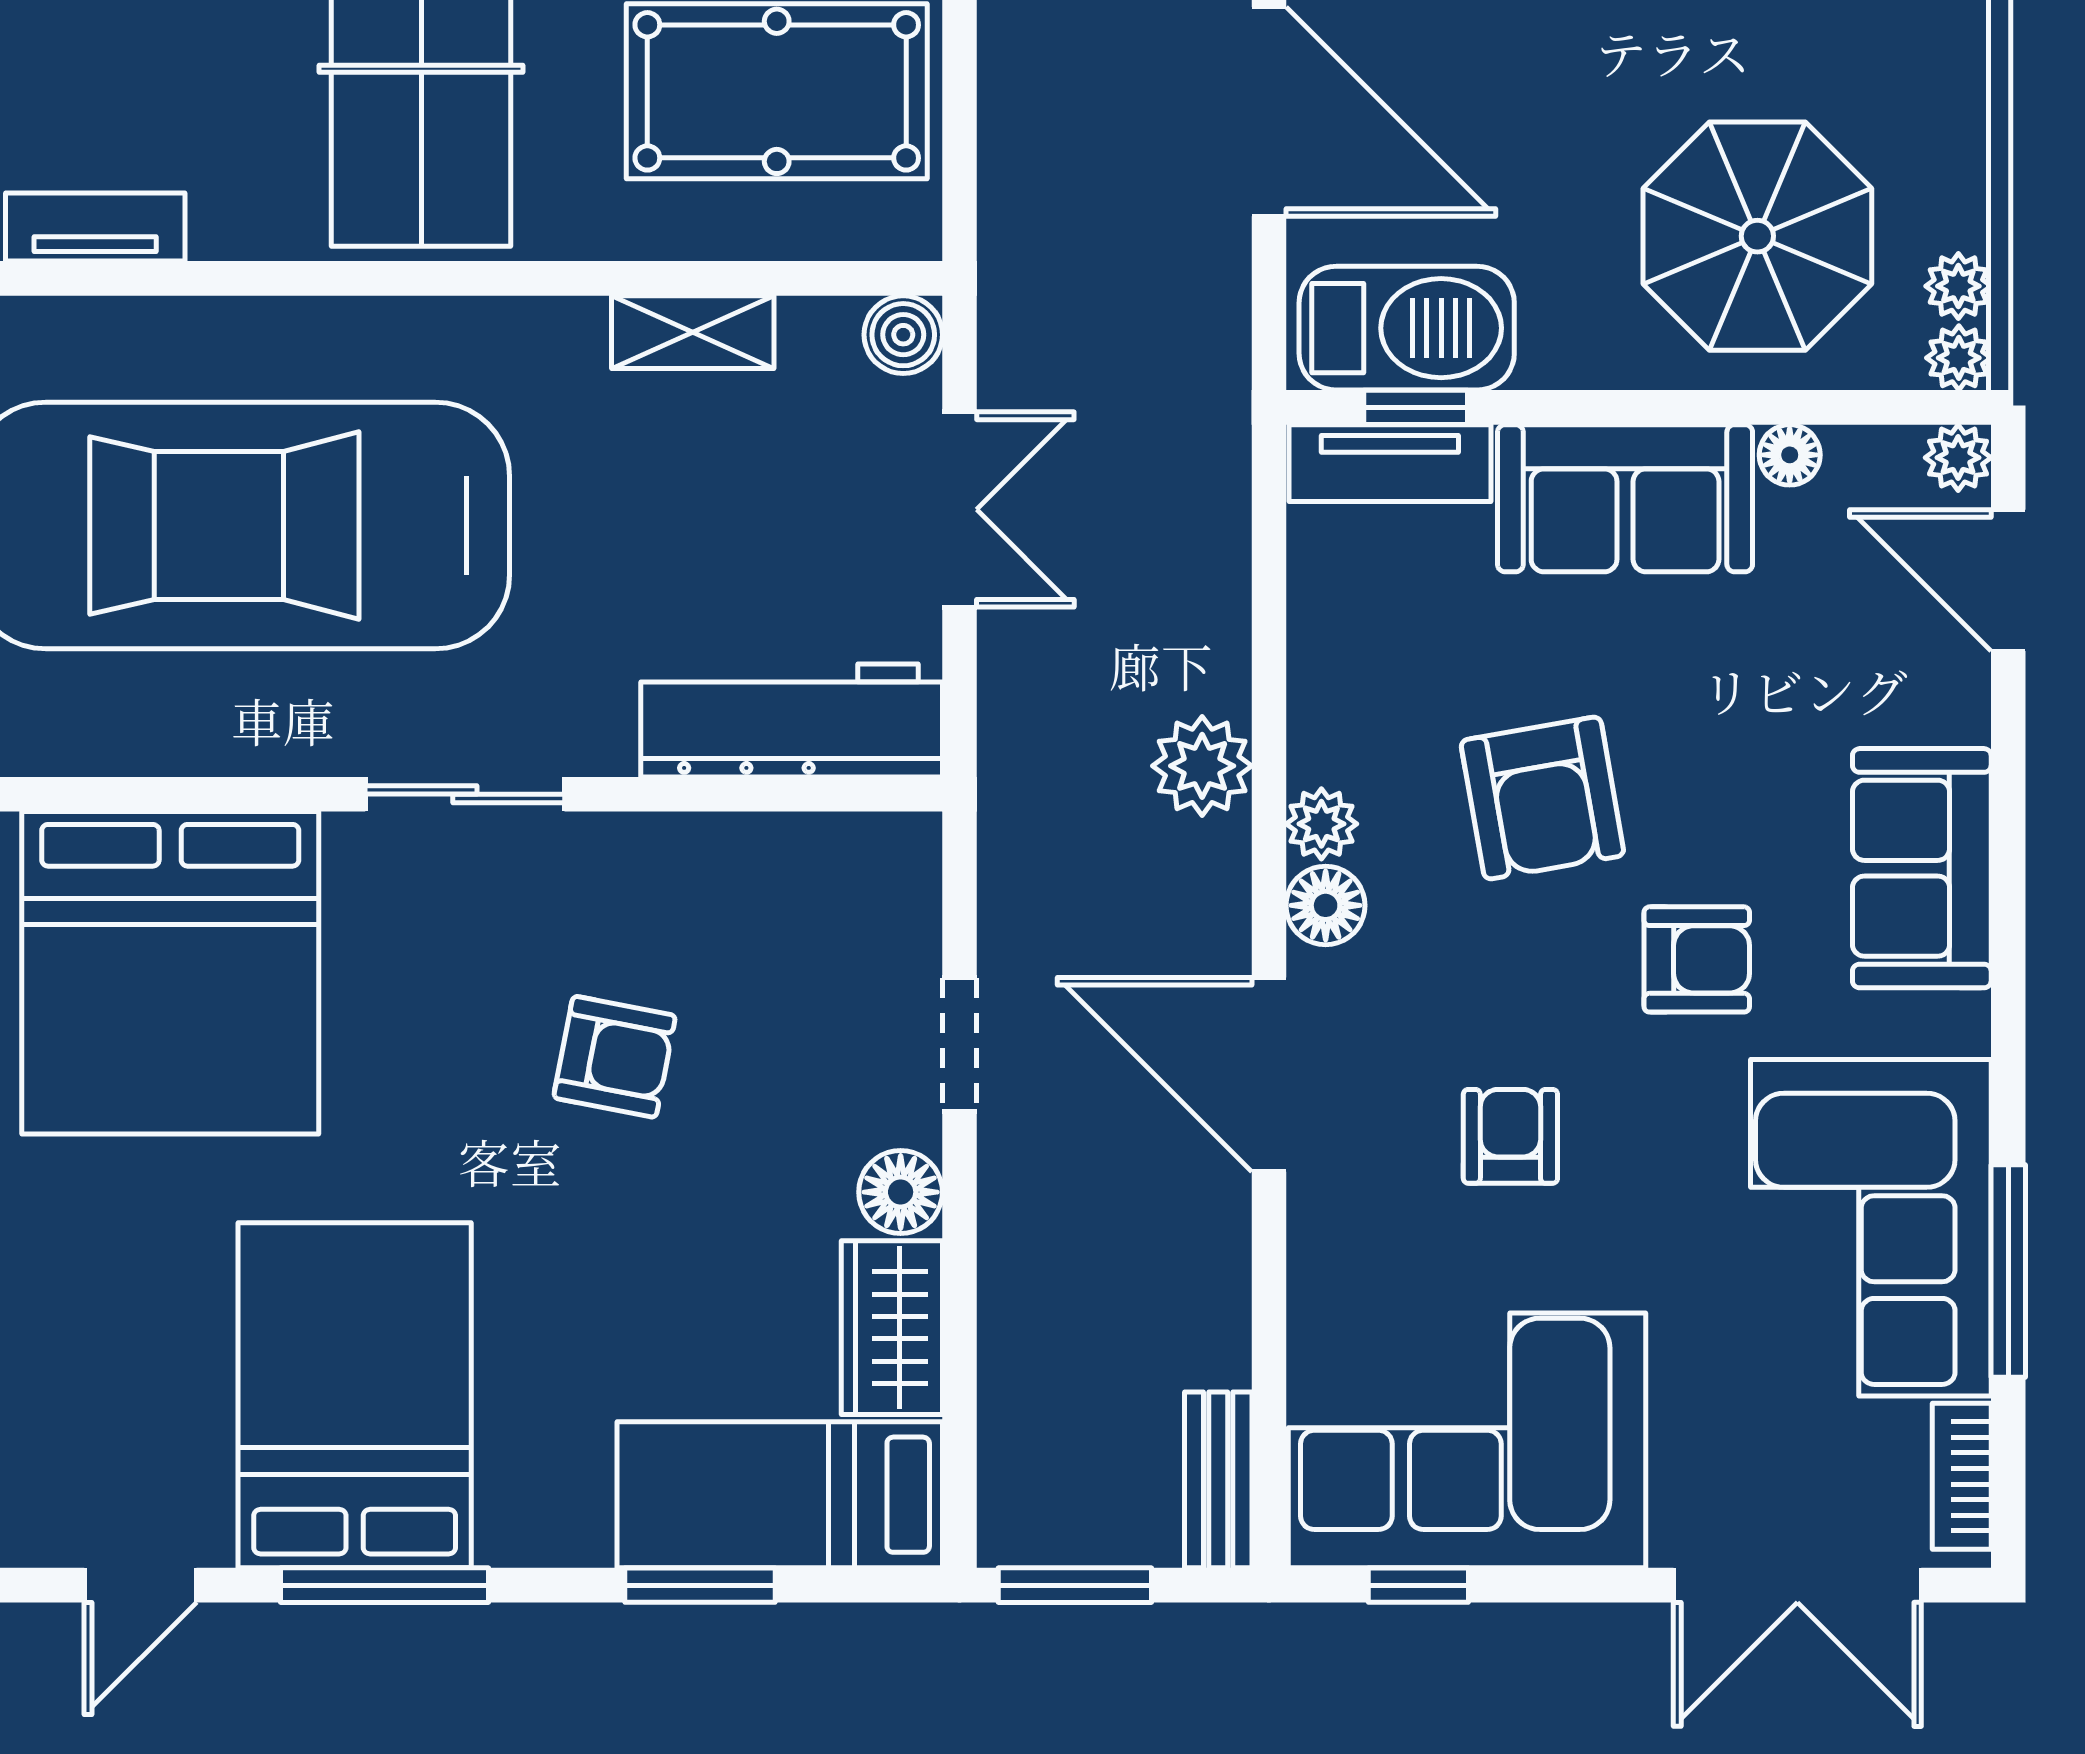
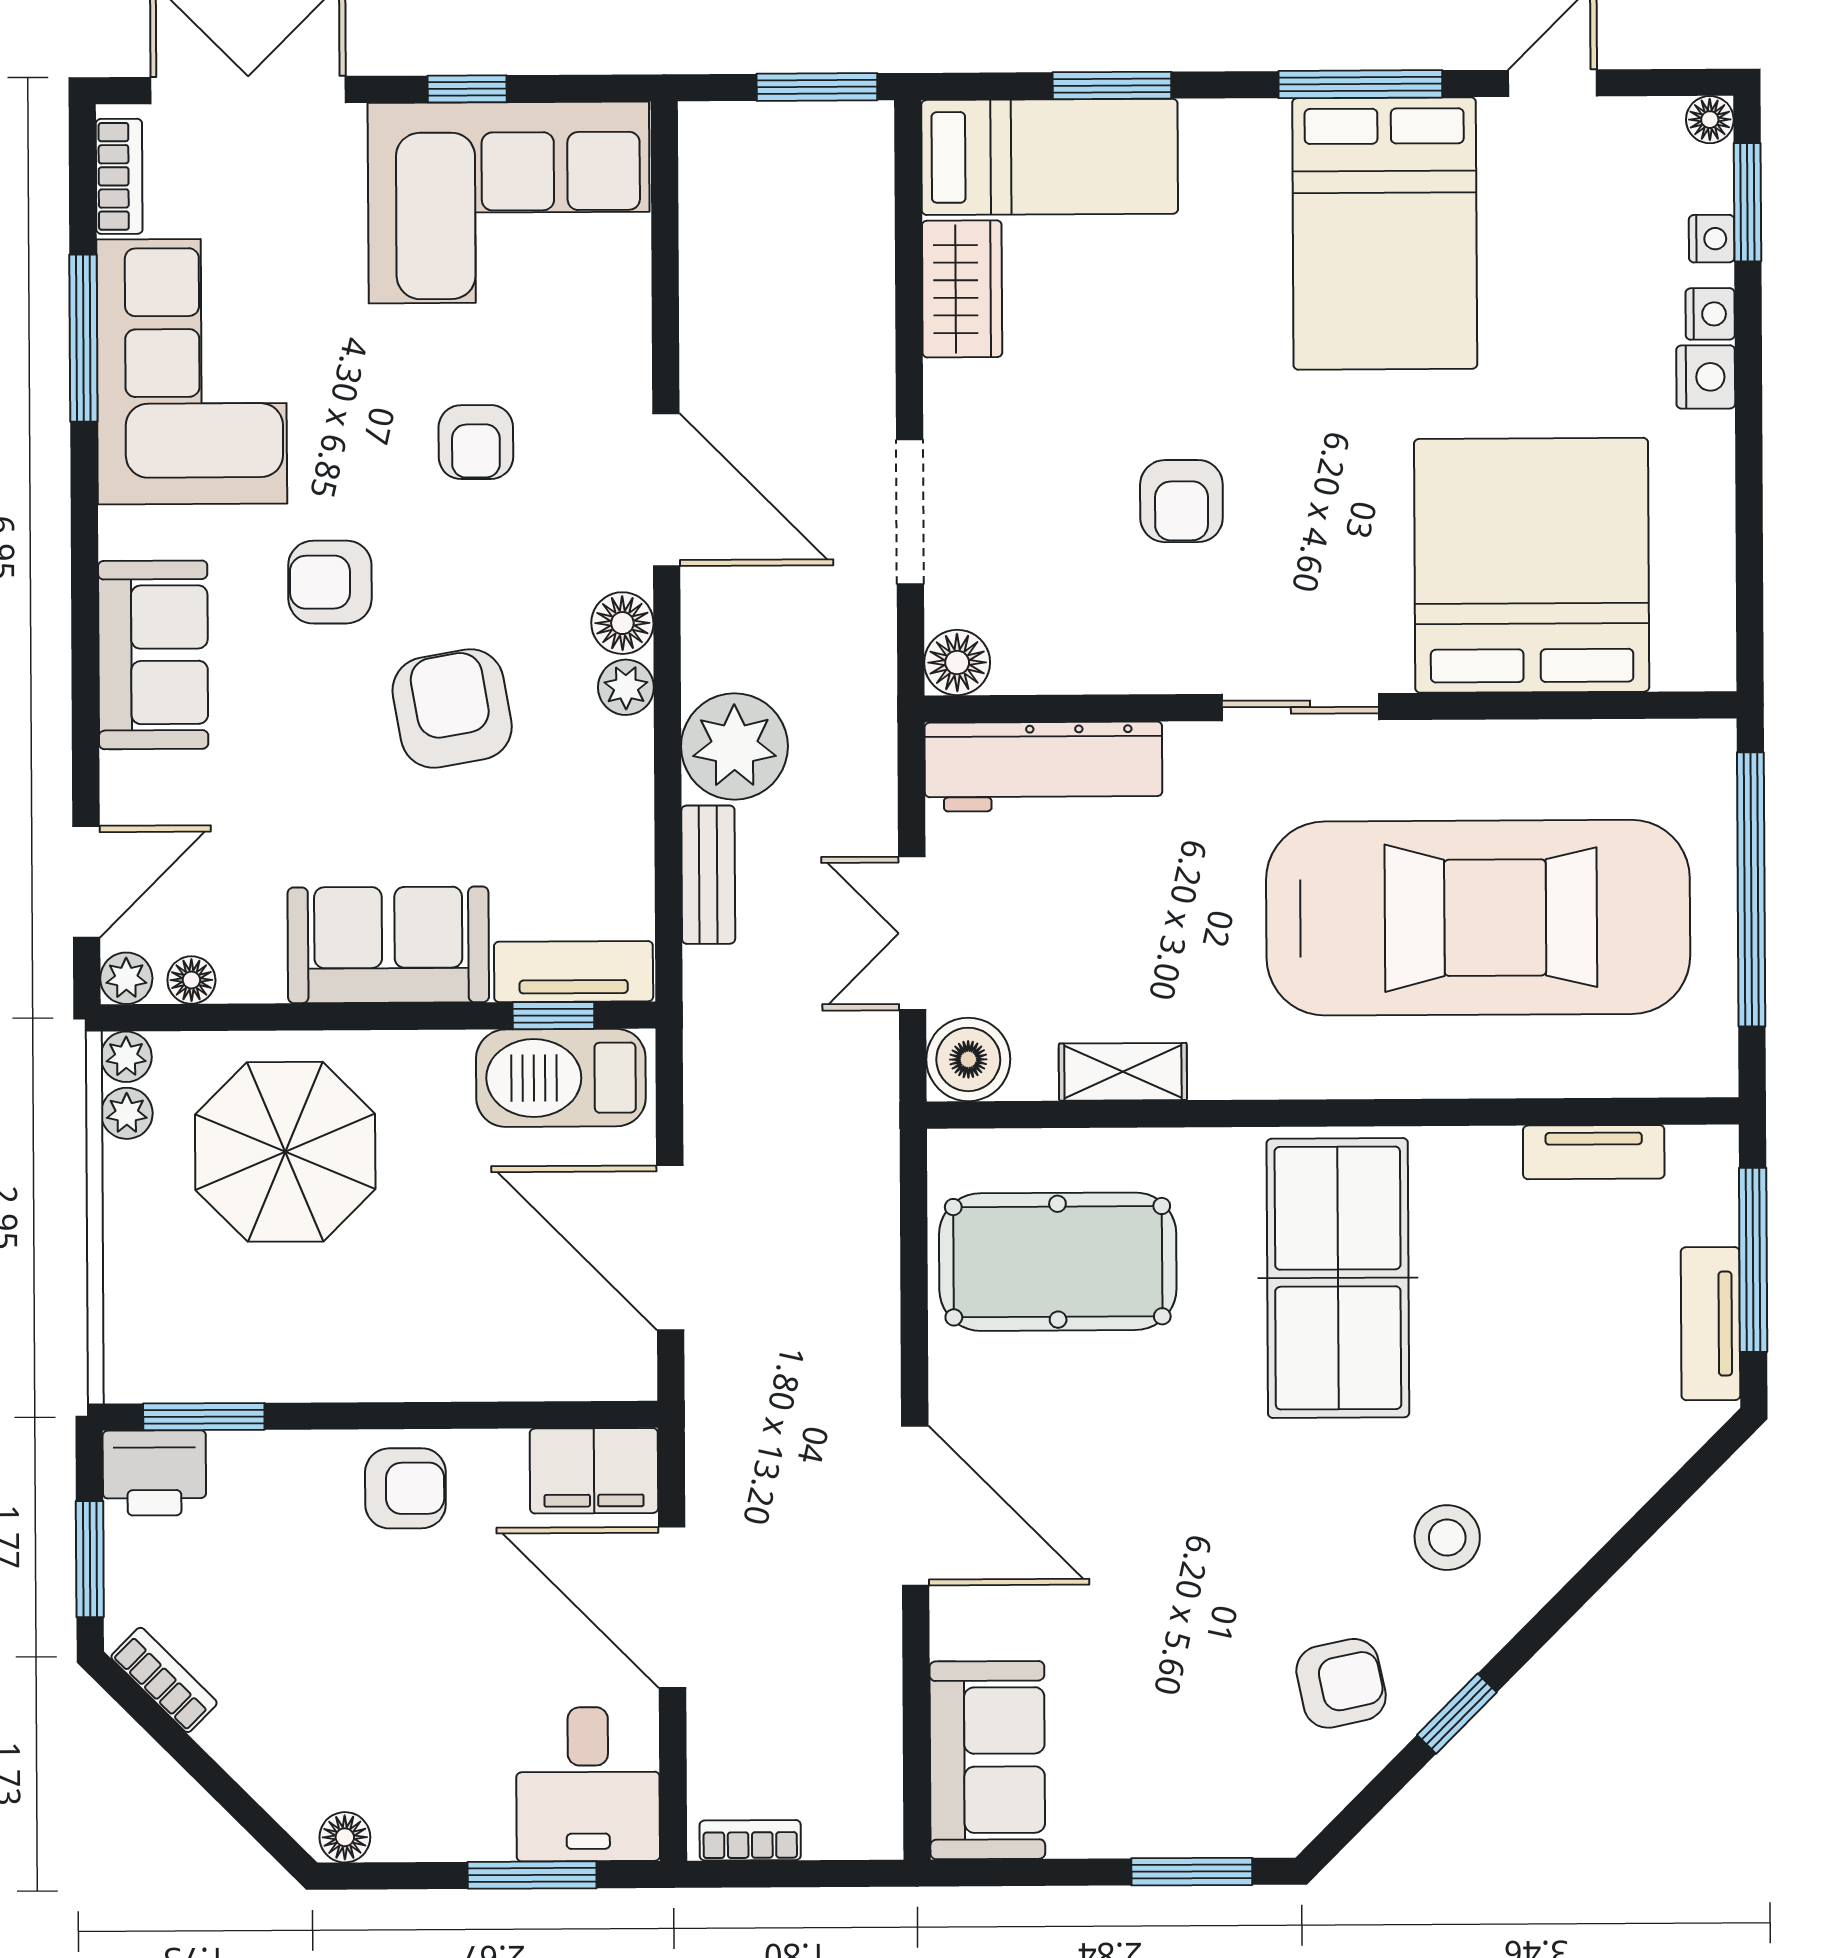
boiler: (903, 335) -> (968, 1059), width x1.36, depth x1.36
floor lamp: (1790, 455) -> (191, 980), moved
door: (2008, 580) -> (86, 882), hinge flipped
plant: (1202, 766) -> (734, 747), width x1.36, depth x1.36
doorway: (959, 1045) -> (910, 512), width x1.38
armchair: (615, 1057) -> (1181, 501), turned -101
floor lamp: (901, 1192) -> (957, 663), moved
bench: (1218, 1480) -> (708, 875), moved
window: (1418, 1585) -> (467, 89), moved

